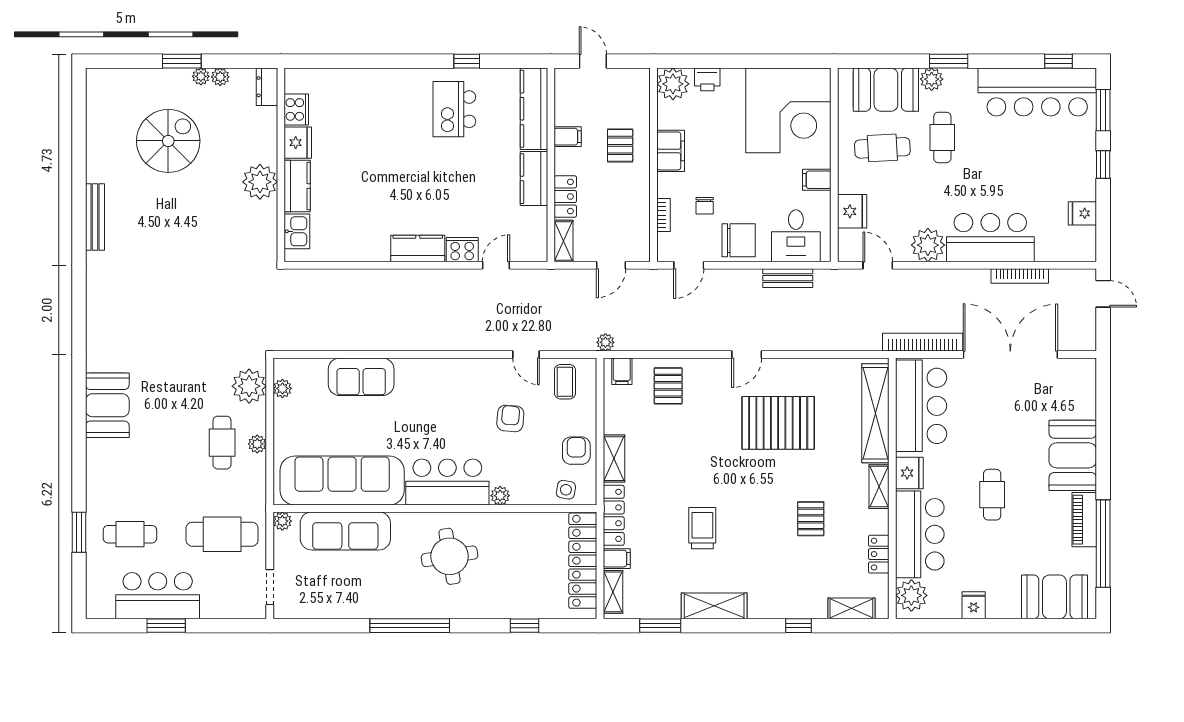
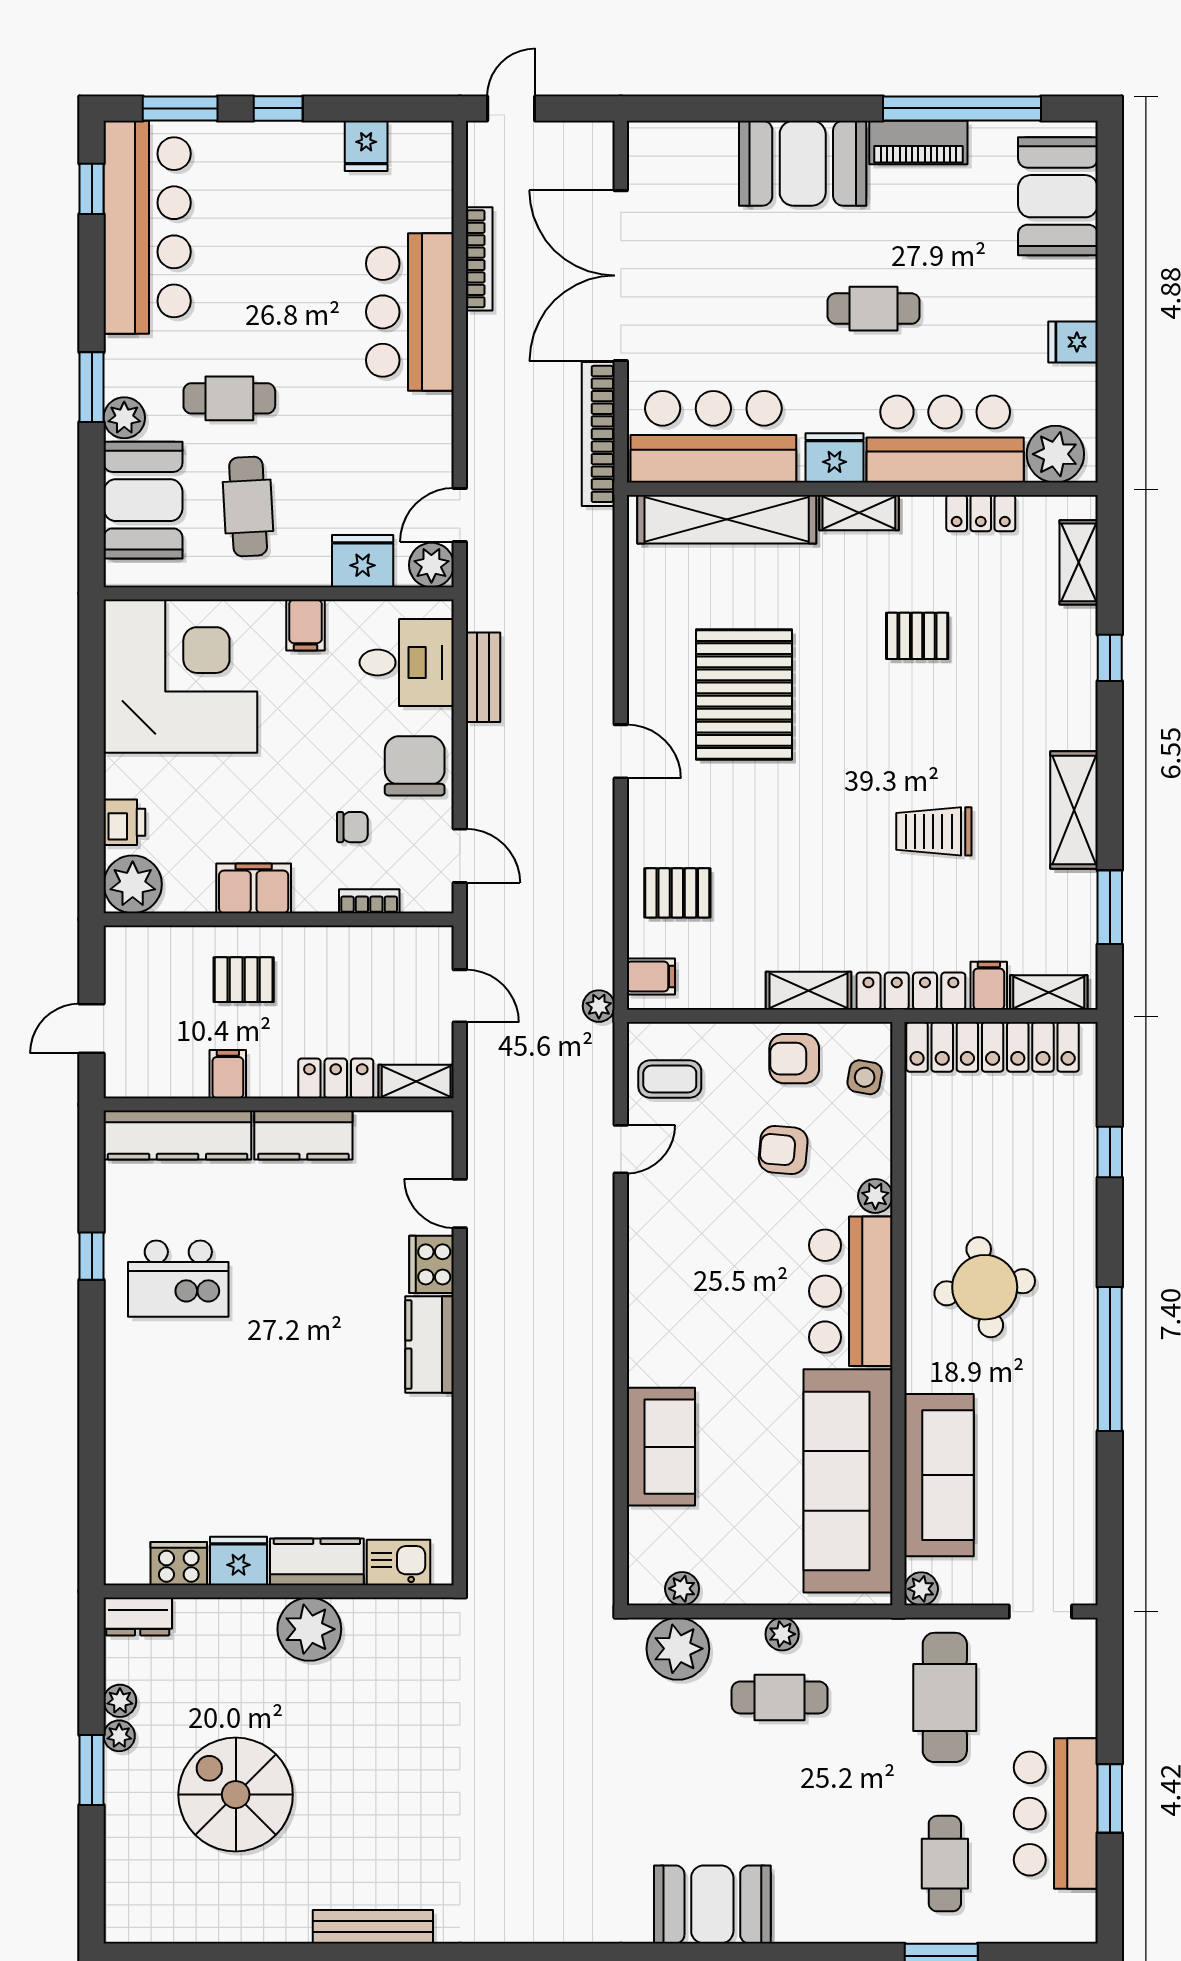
plant: (928, 245) -> (431, 565), moved, width x0.73, depth x0.73
armchair: (510, 418) -> (783, 1150), moved

